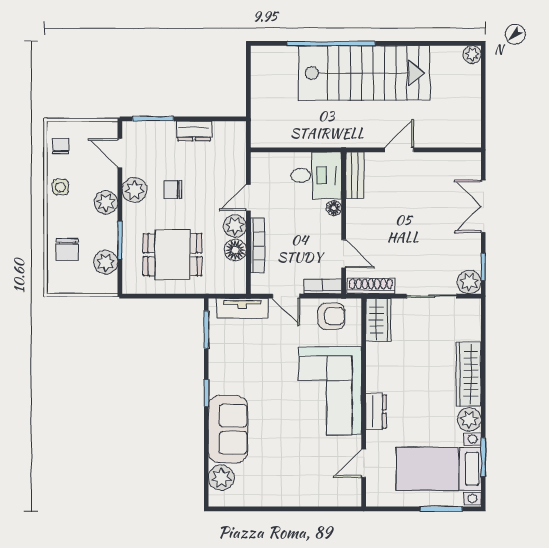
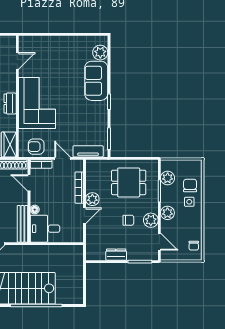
bench: (355, 175) -> (23, 224), width x1.36
side table: (60, 187) -> (189, 202), moved
floor lamp: (235, 250) -> (92, 185), removed
dresser: (376, 412) -> (10, 103), moved

